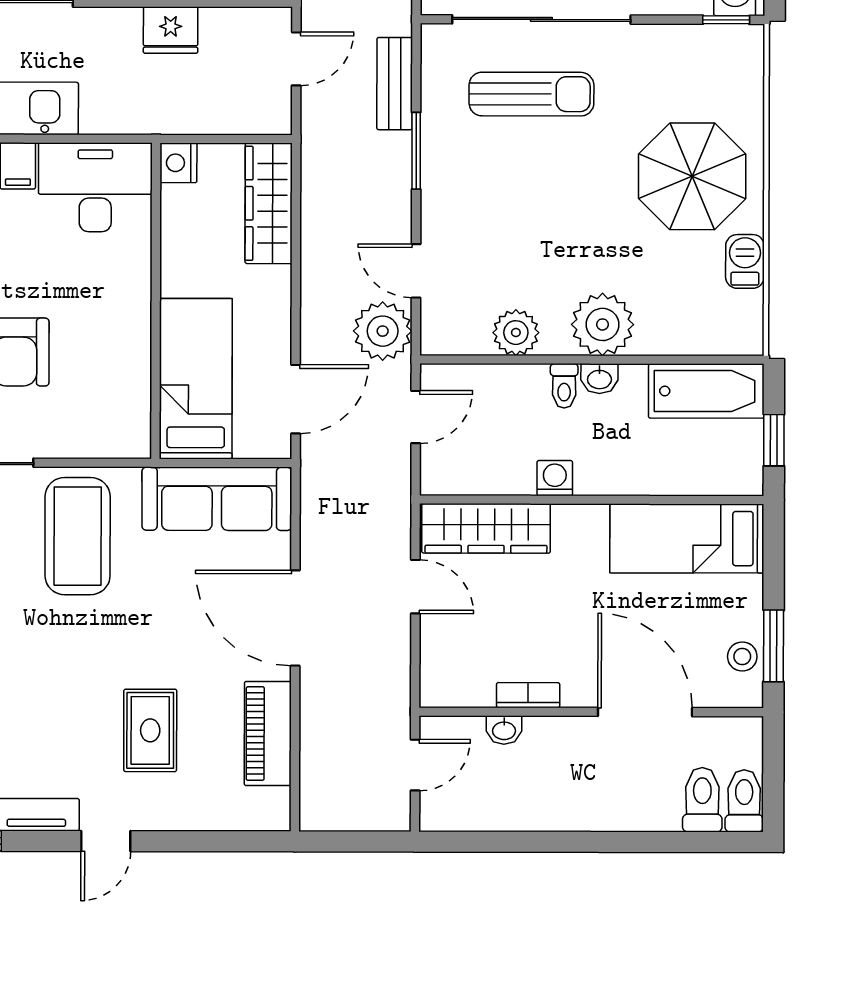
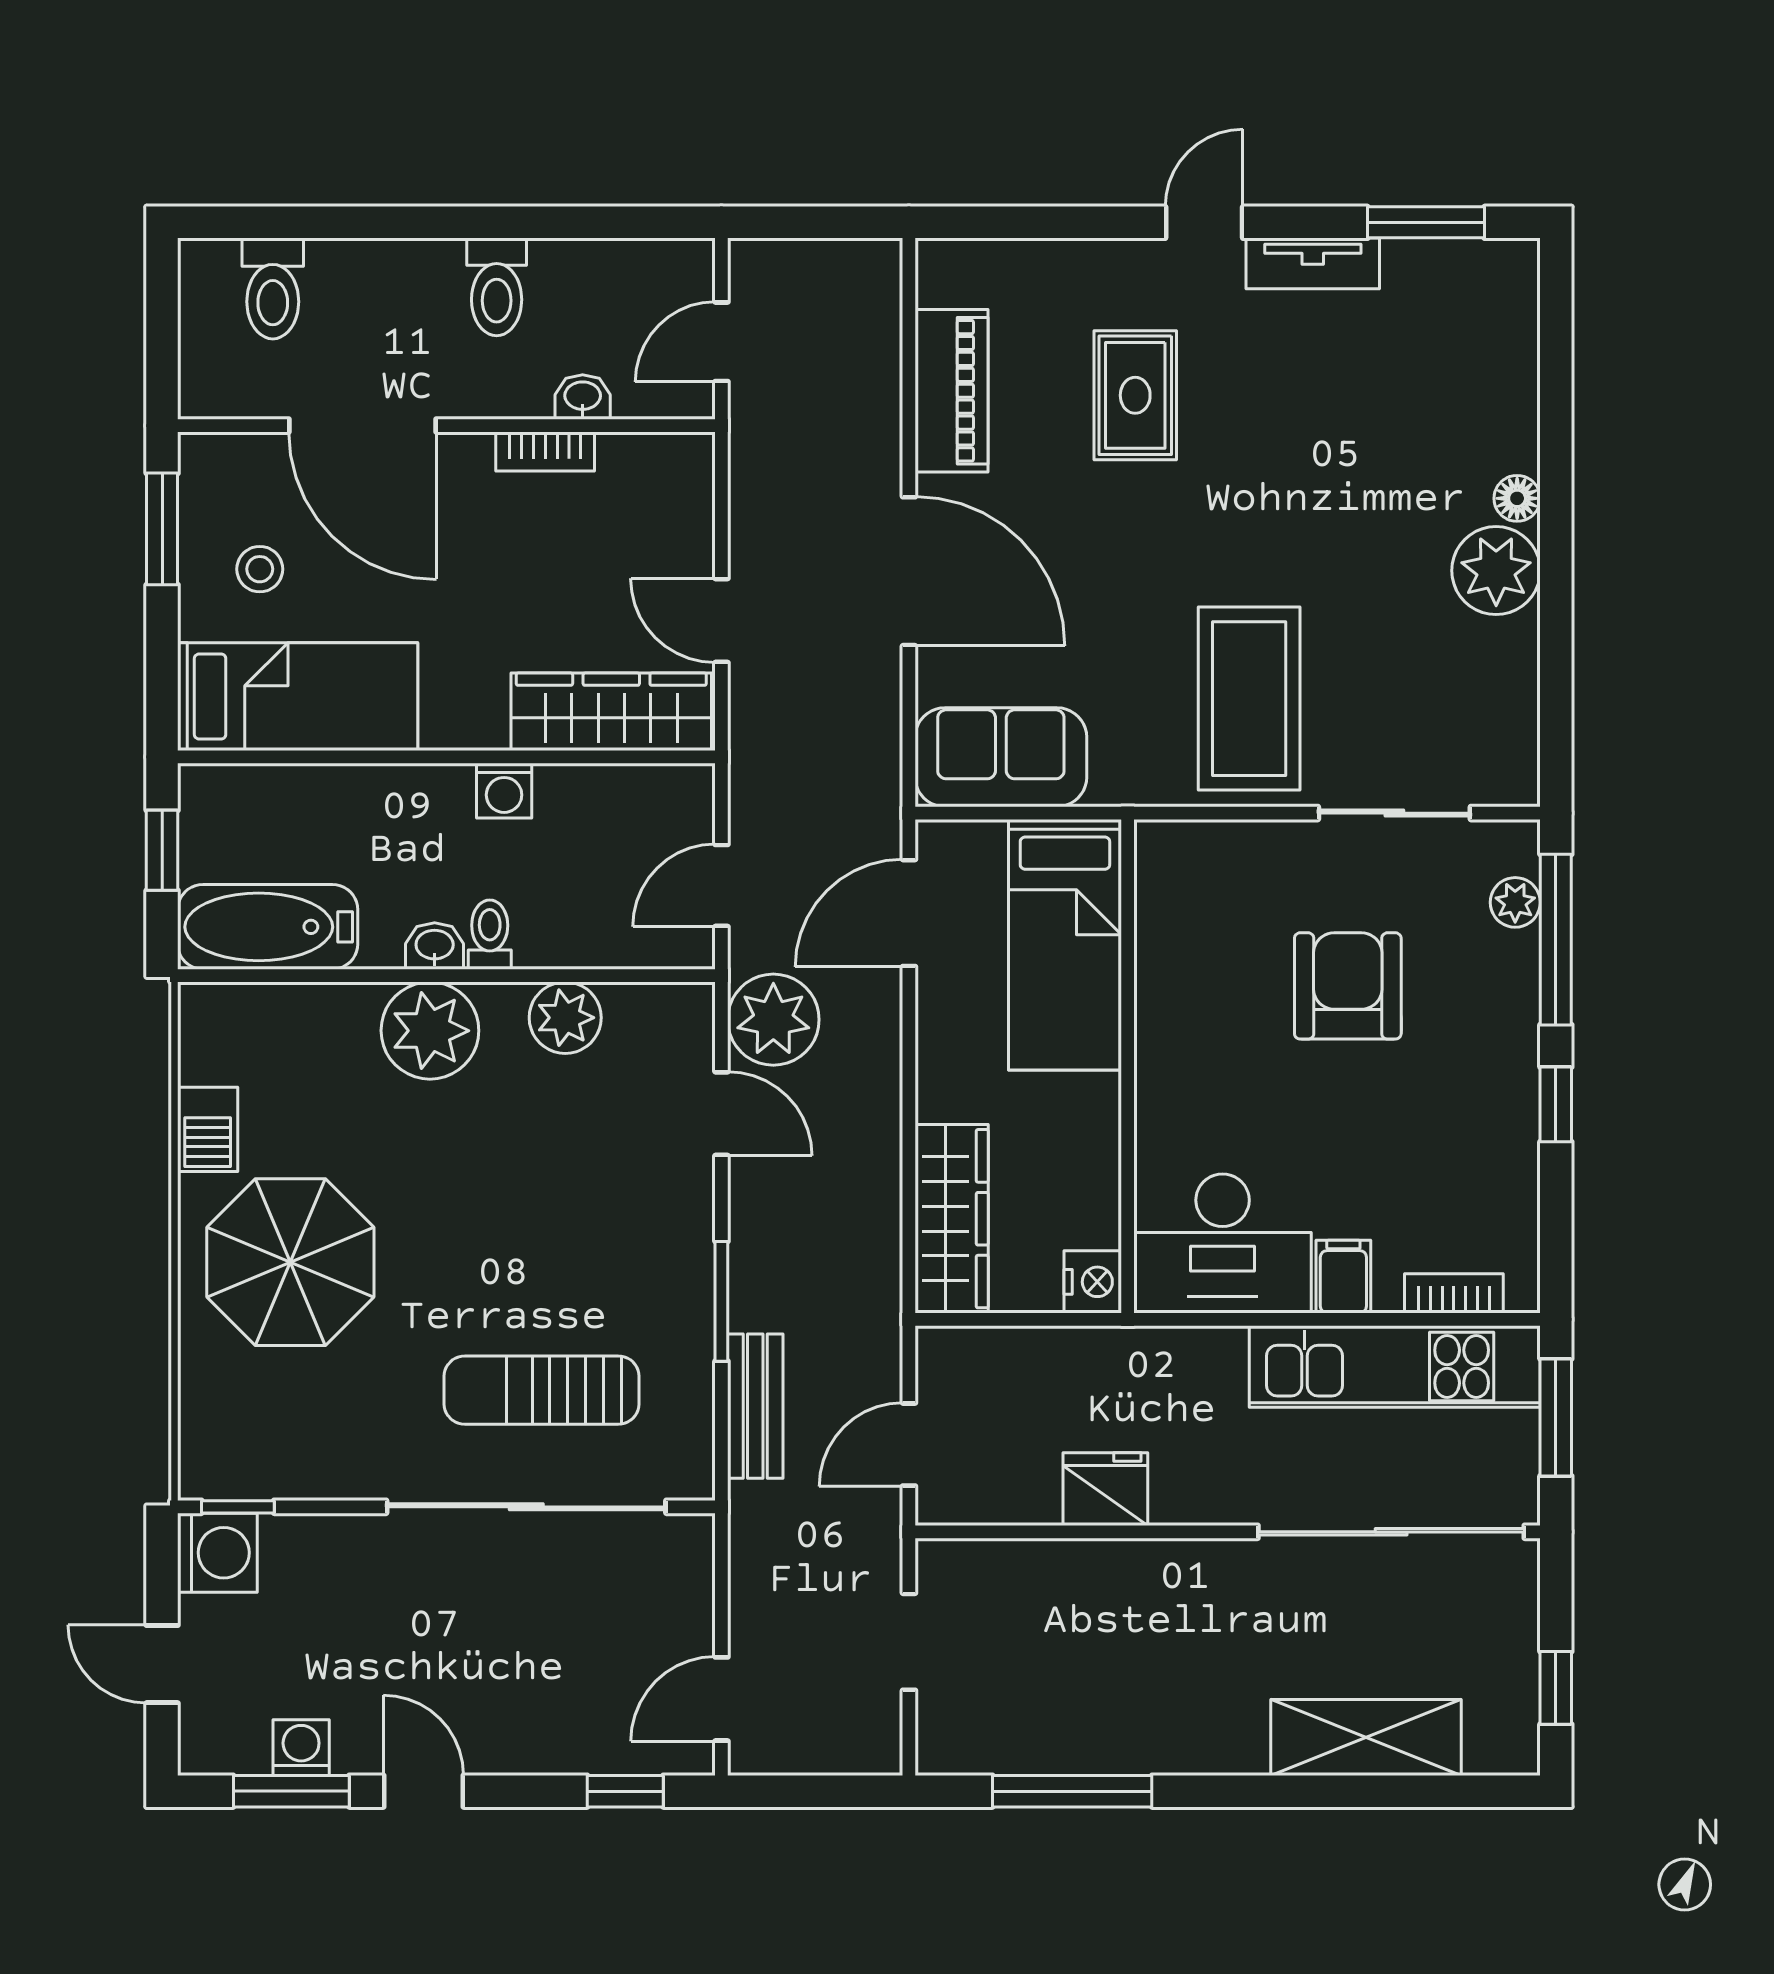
sofa: (217, 499) -> (1001, 757), width x0.73
stool: (742, 656) -> (260, 569), moved
toilet: (744, 801) -> (497, 287), moved

